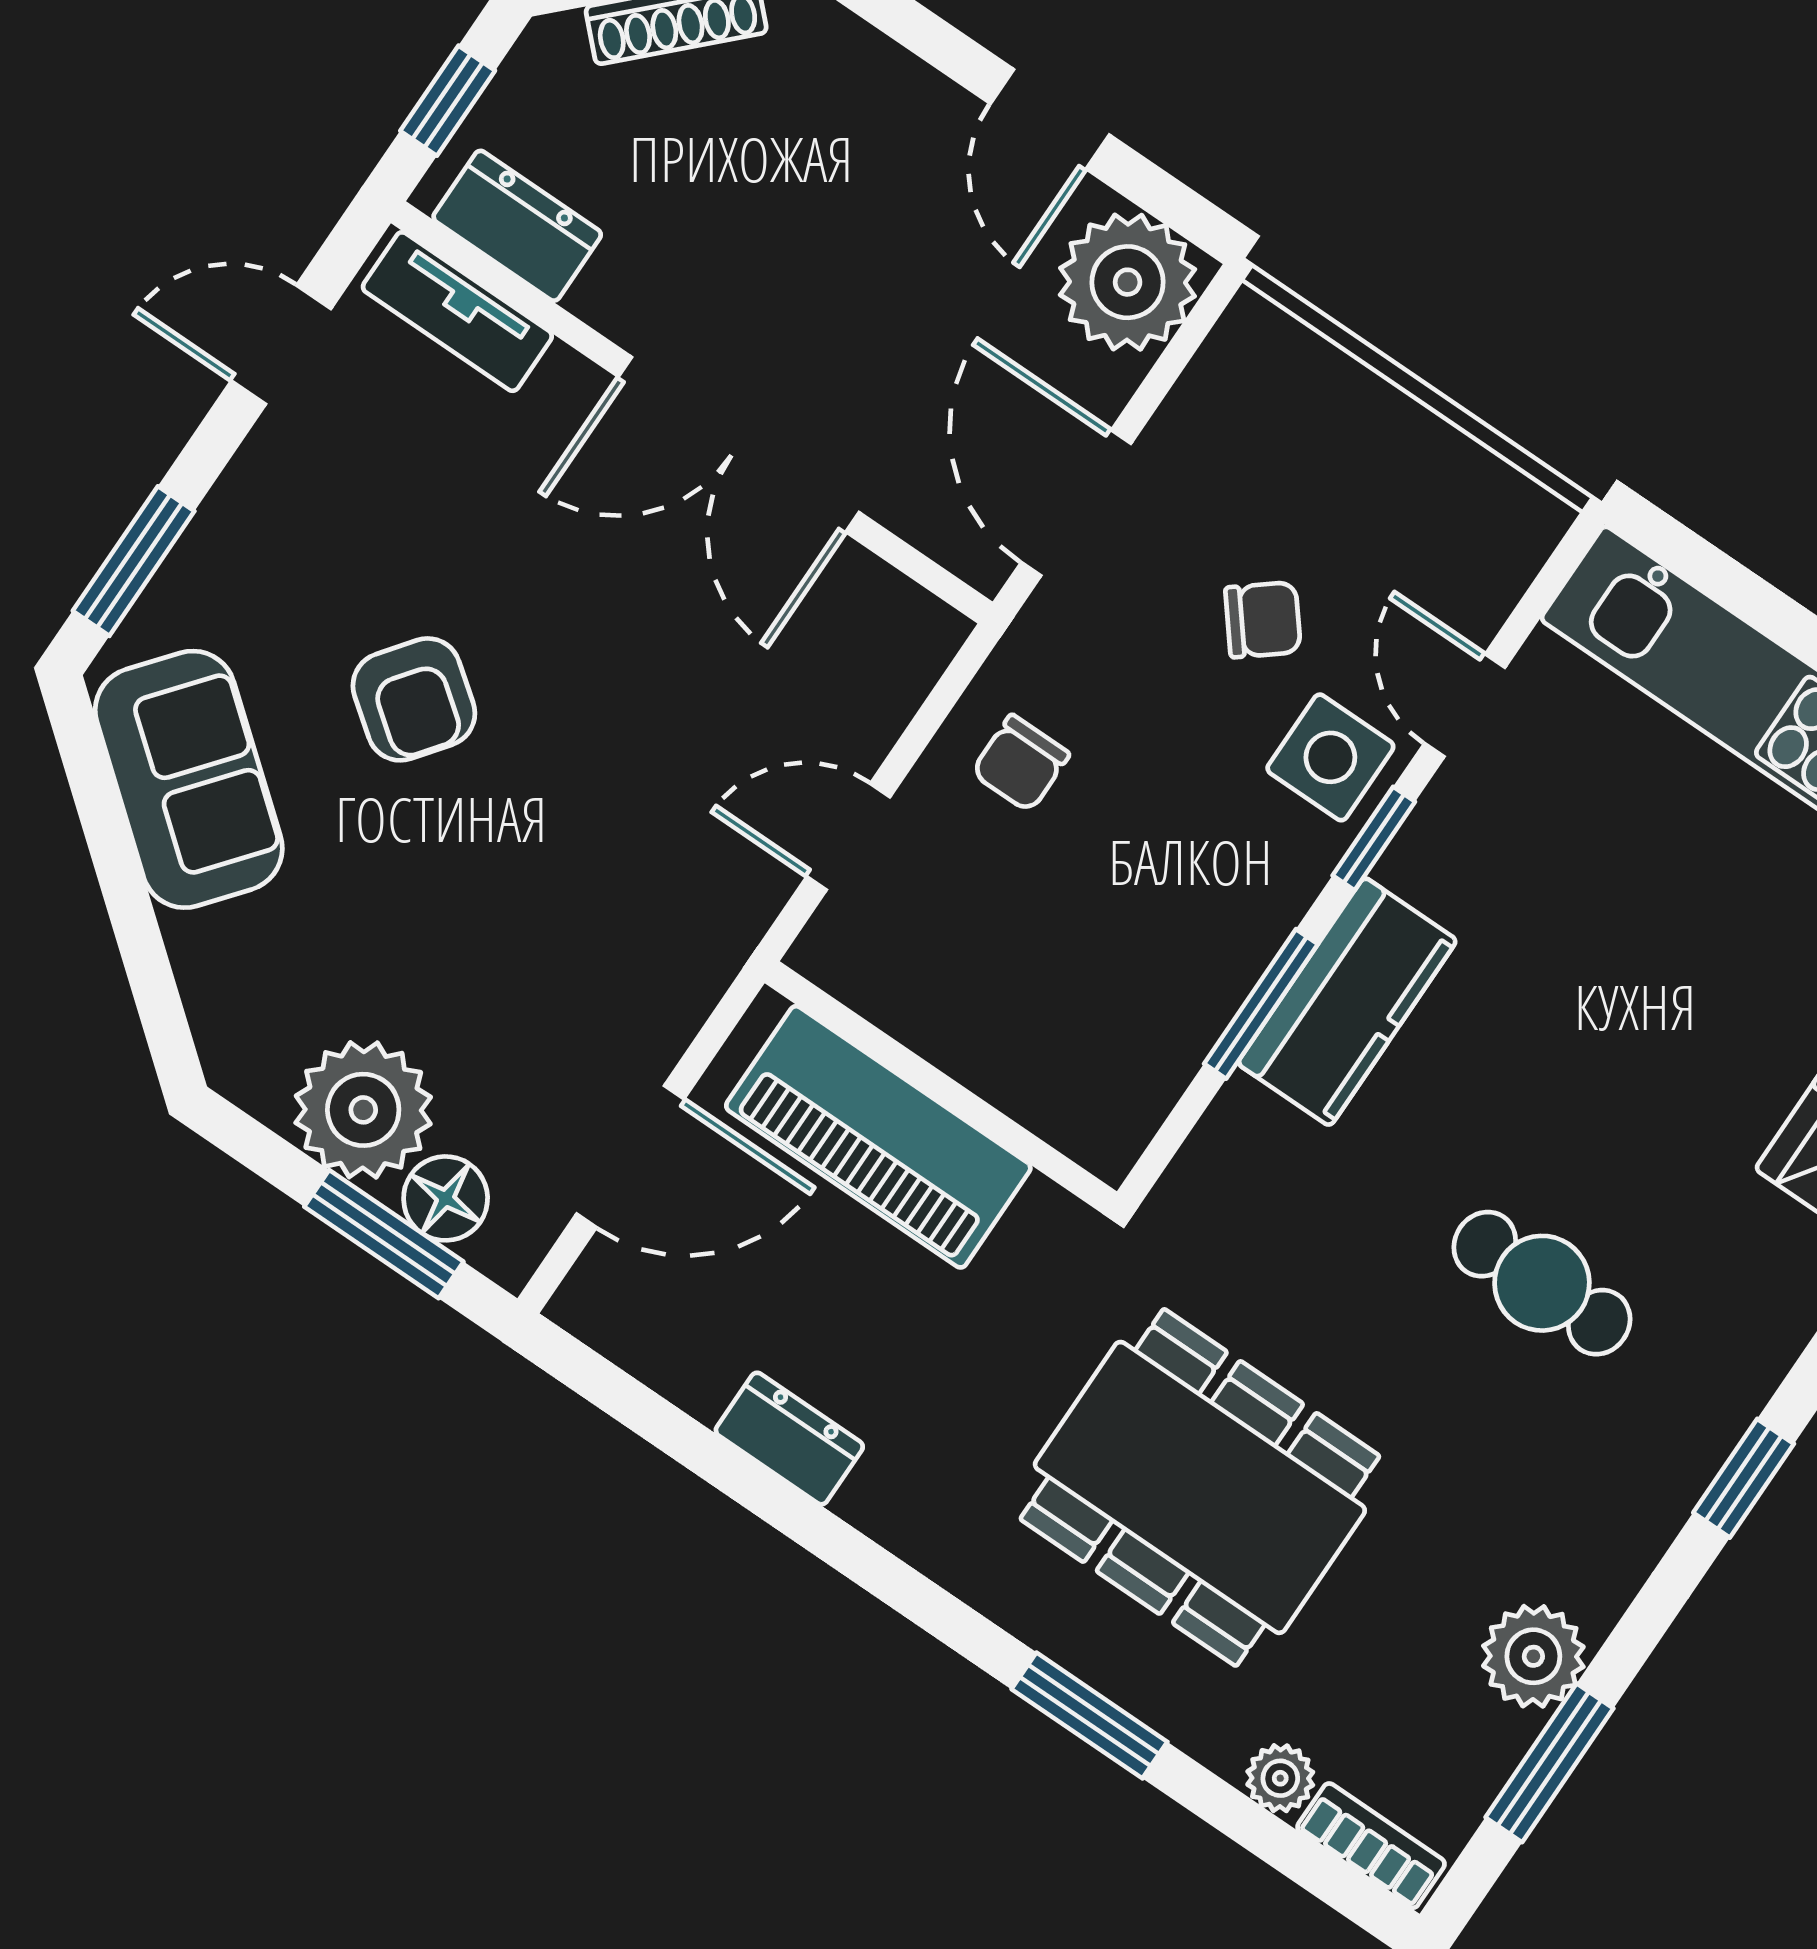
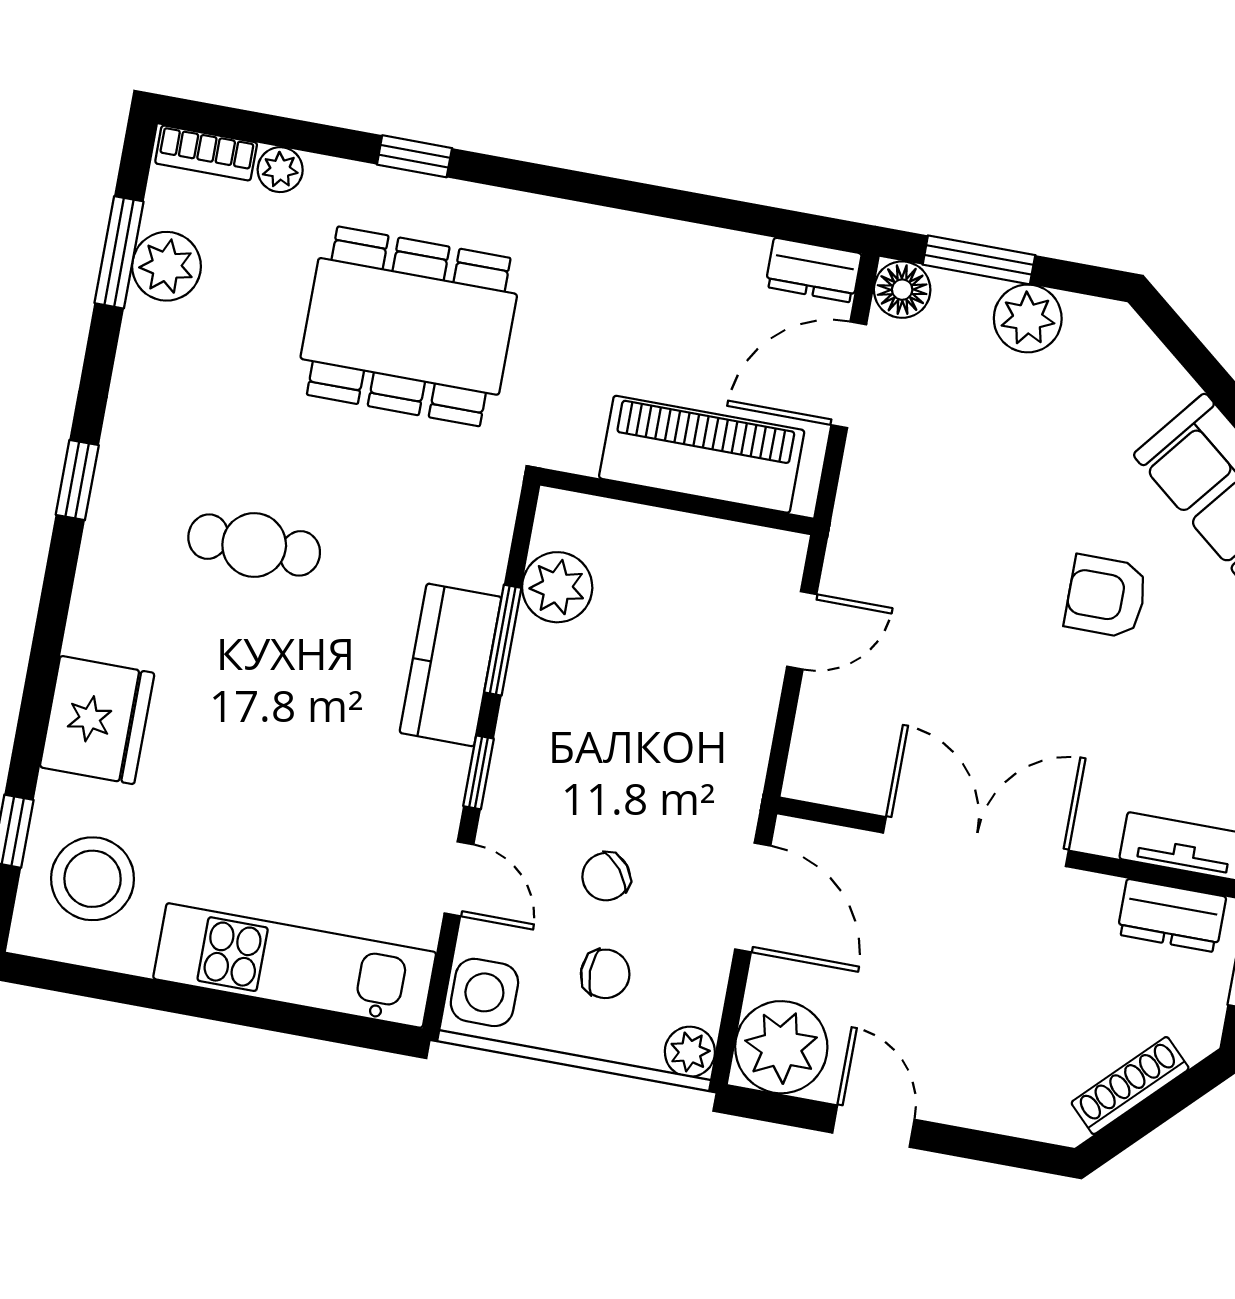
plant: (1255, 331) -> (690, 1052), added
armchair: (414, 699) -> (1106, 597), turned -37
side table: (1330, 757) -> (484, 992), moved
chair: (1021, 763) -> (605, 974), moved, turned 90
plant: (1155, 1043) -> (557, 587), added
plant: (363, 1110) -> (1028, 318), width x0.73, depth x0.73
floor lamp: (446, 1198) -> (902, 290), moved
dresser: (789, 1439) -> (813, 270), moved
plant: (1533, 1656) -> (167, 266), moved
window: (1089, 1715) -> (414, 156), width x0.67

